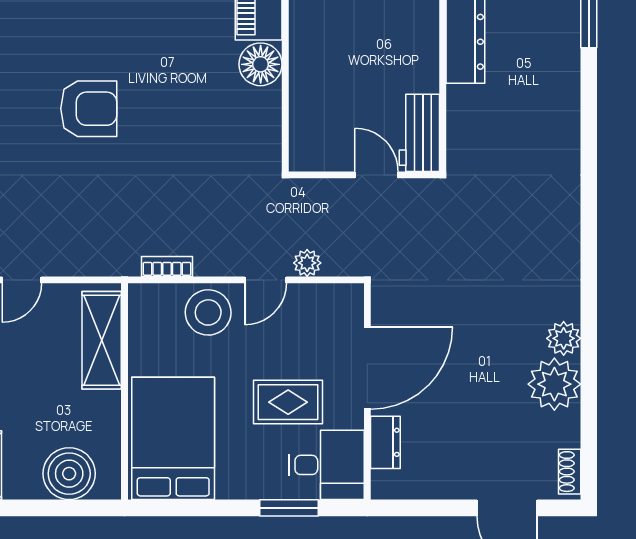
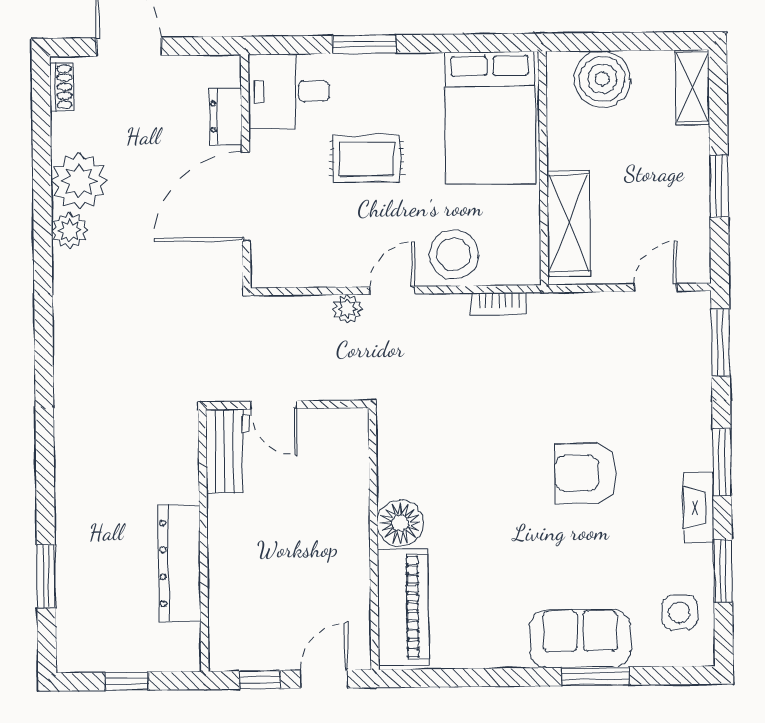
door: (367, 368) -> (246, 196), moved
wall: (367, 391) -> (246, 171), moved
dresser: (385, 442) -> (226, 117), moved
desk: (327, 465) -> (289, 91), moved

